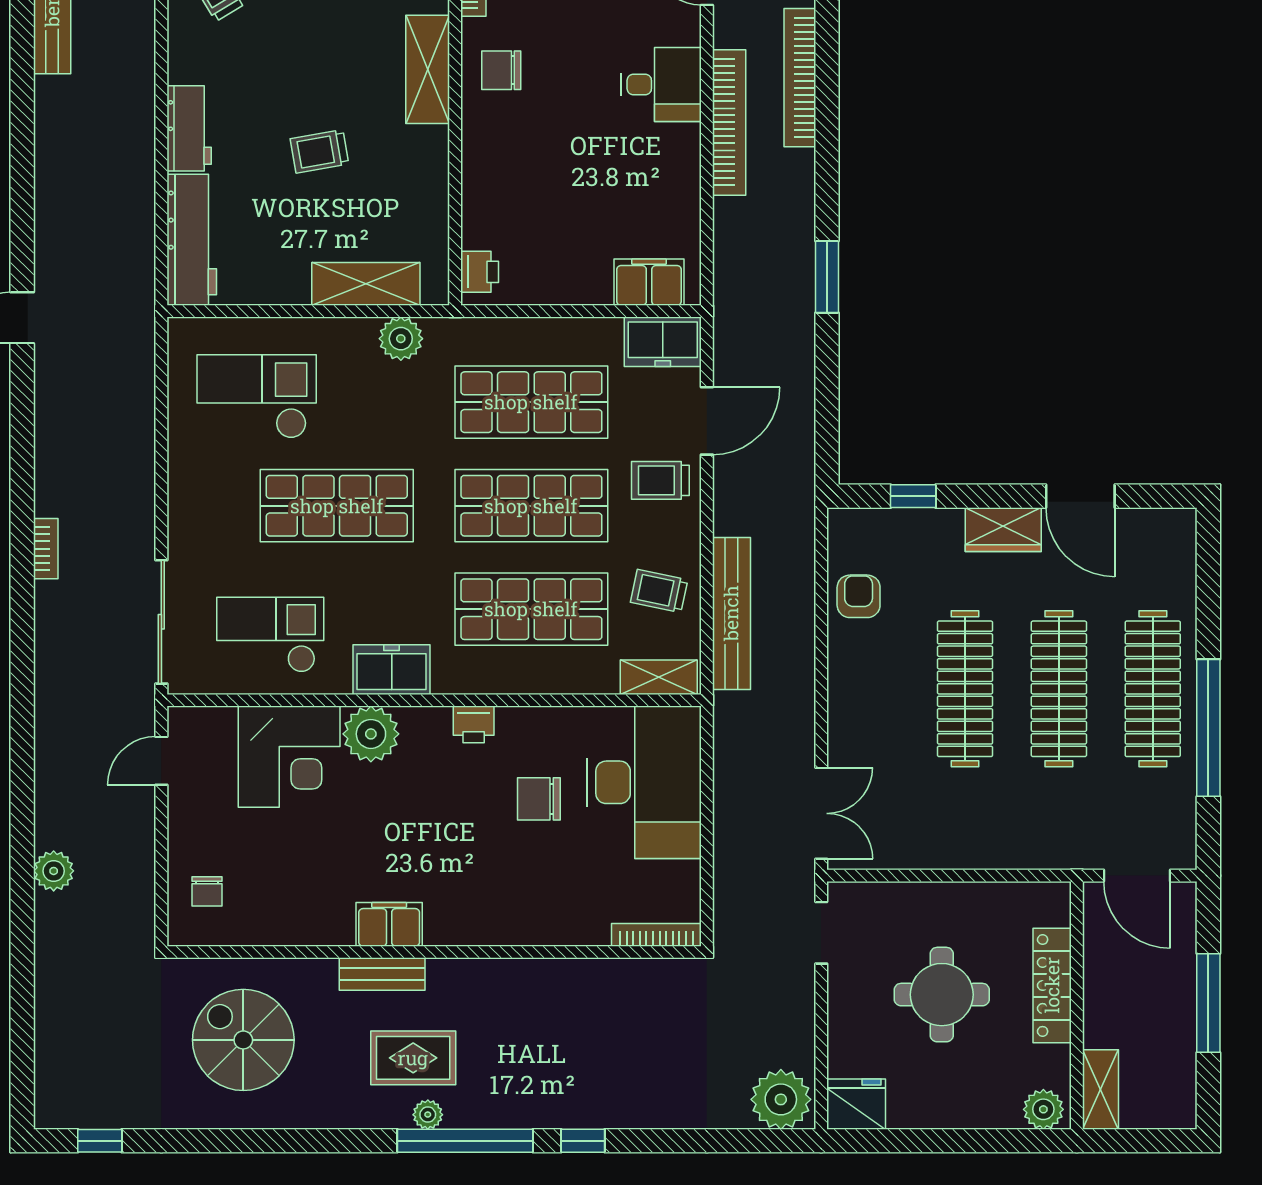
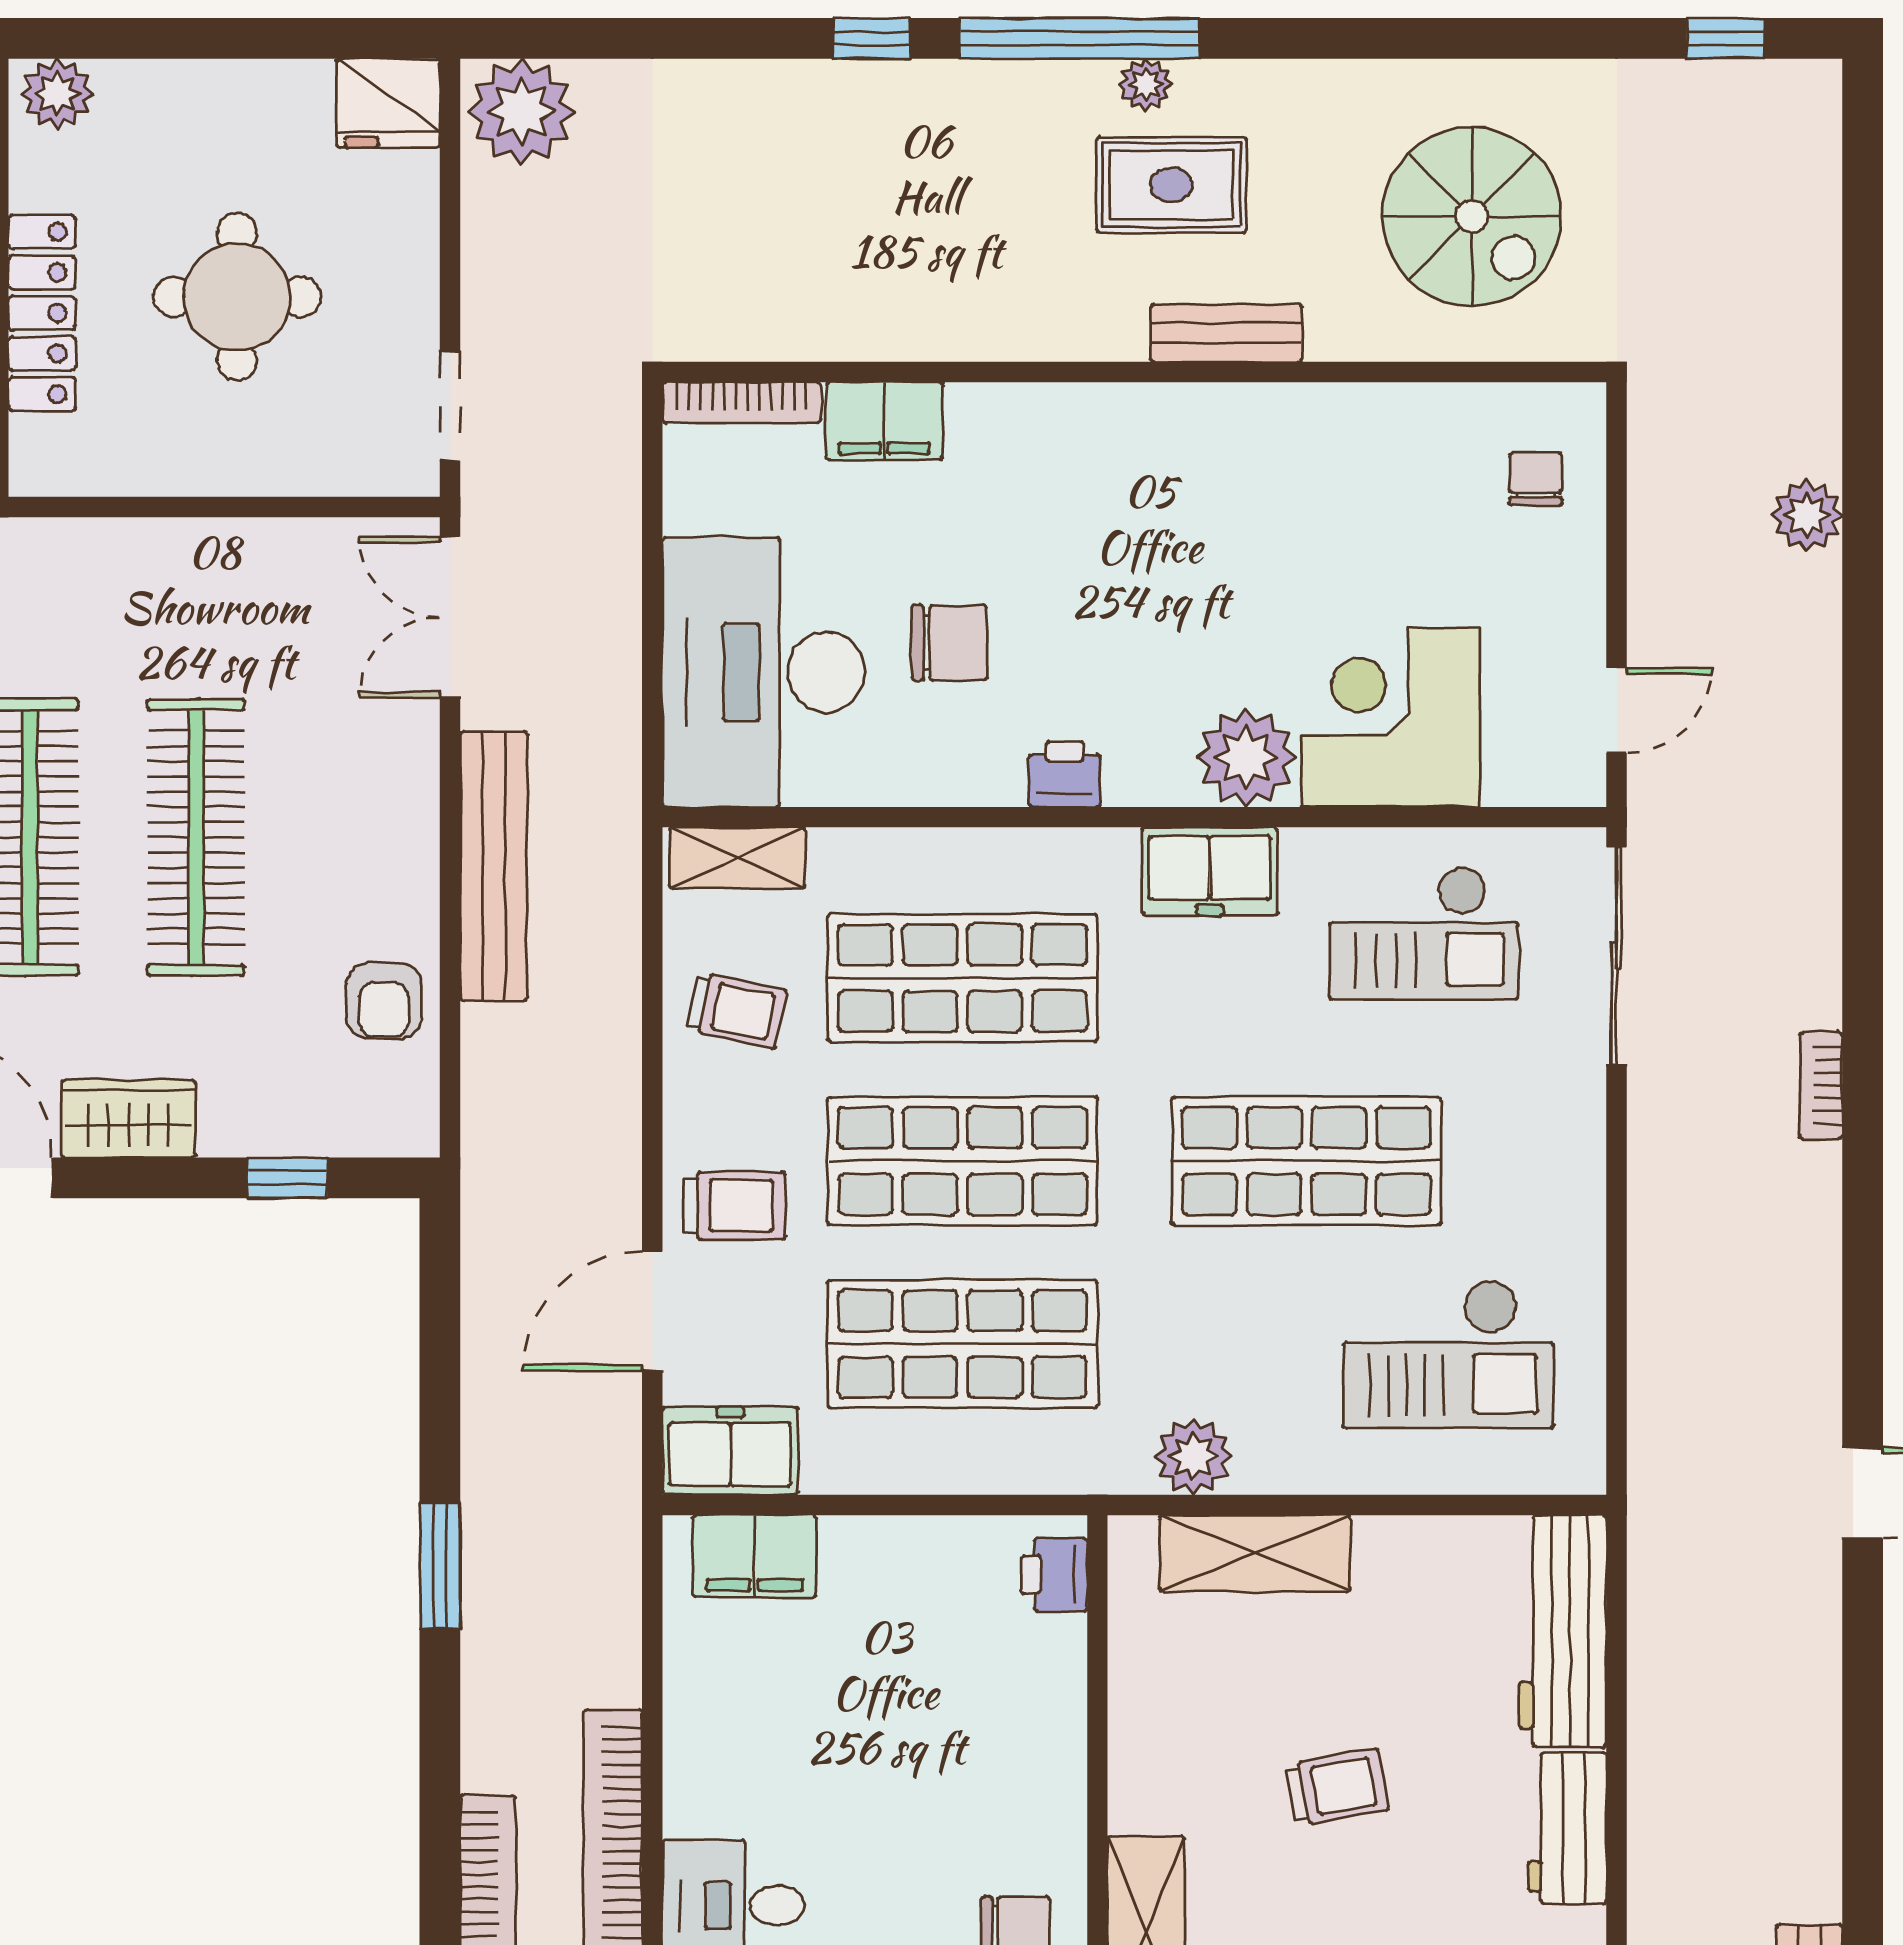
bench: (731, 613) -> (494, 866), moved
filing cabinet: (389, 924) -> (884, 421), moved

